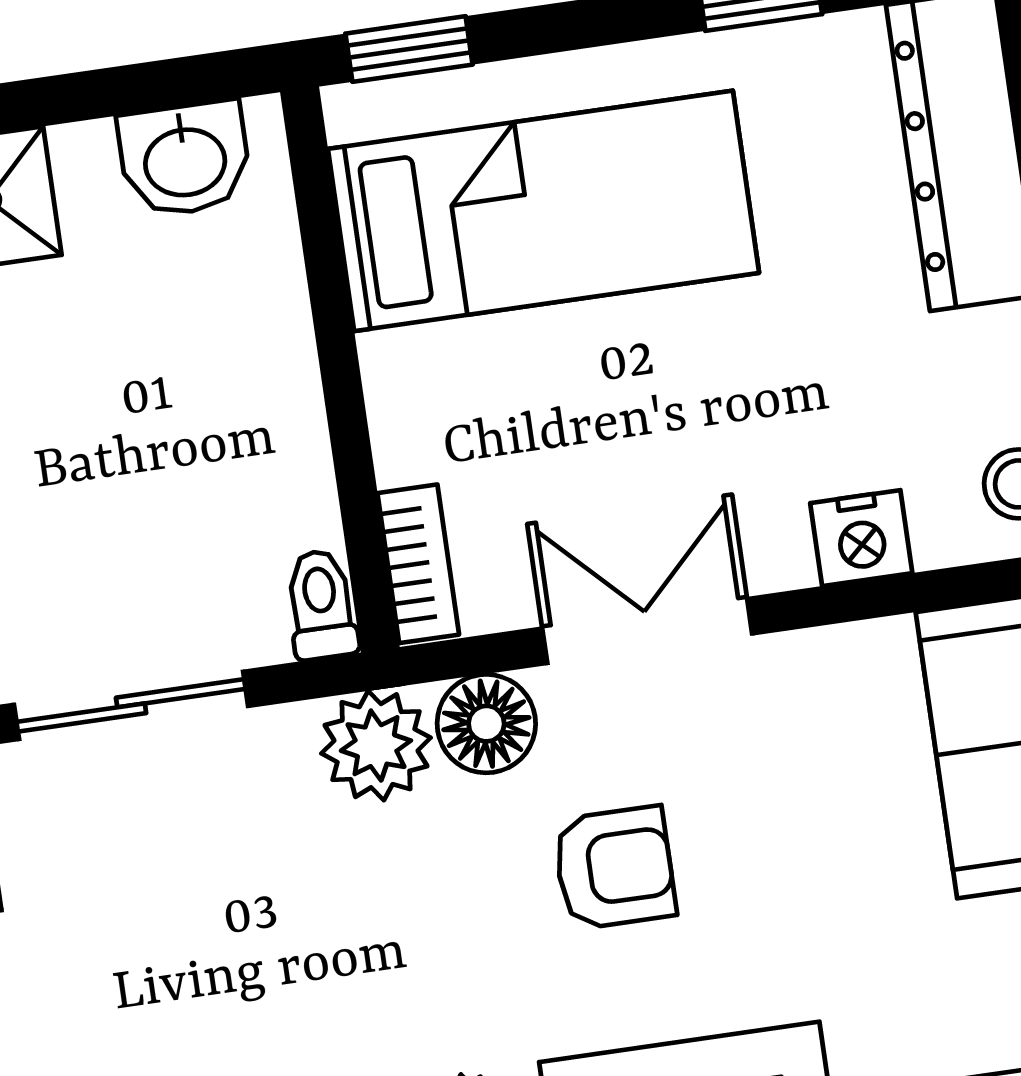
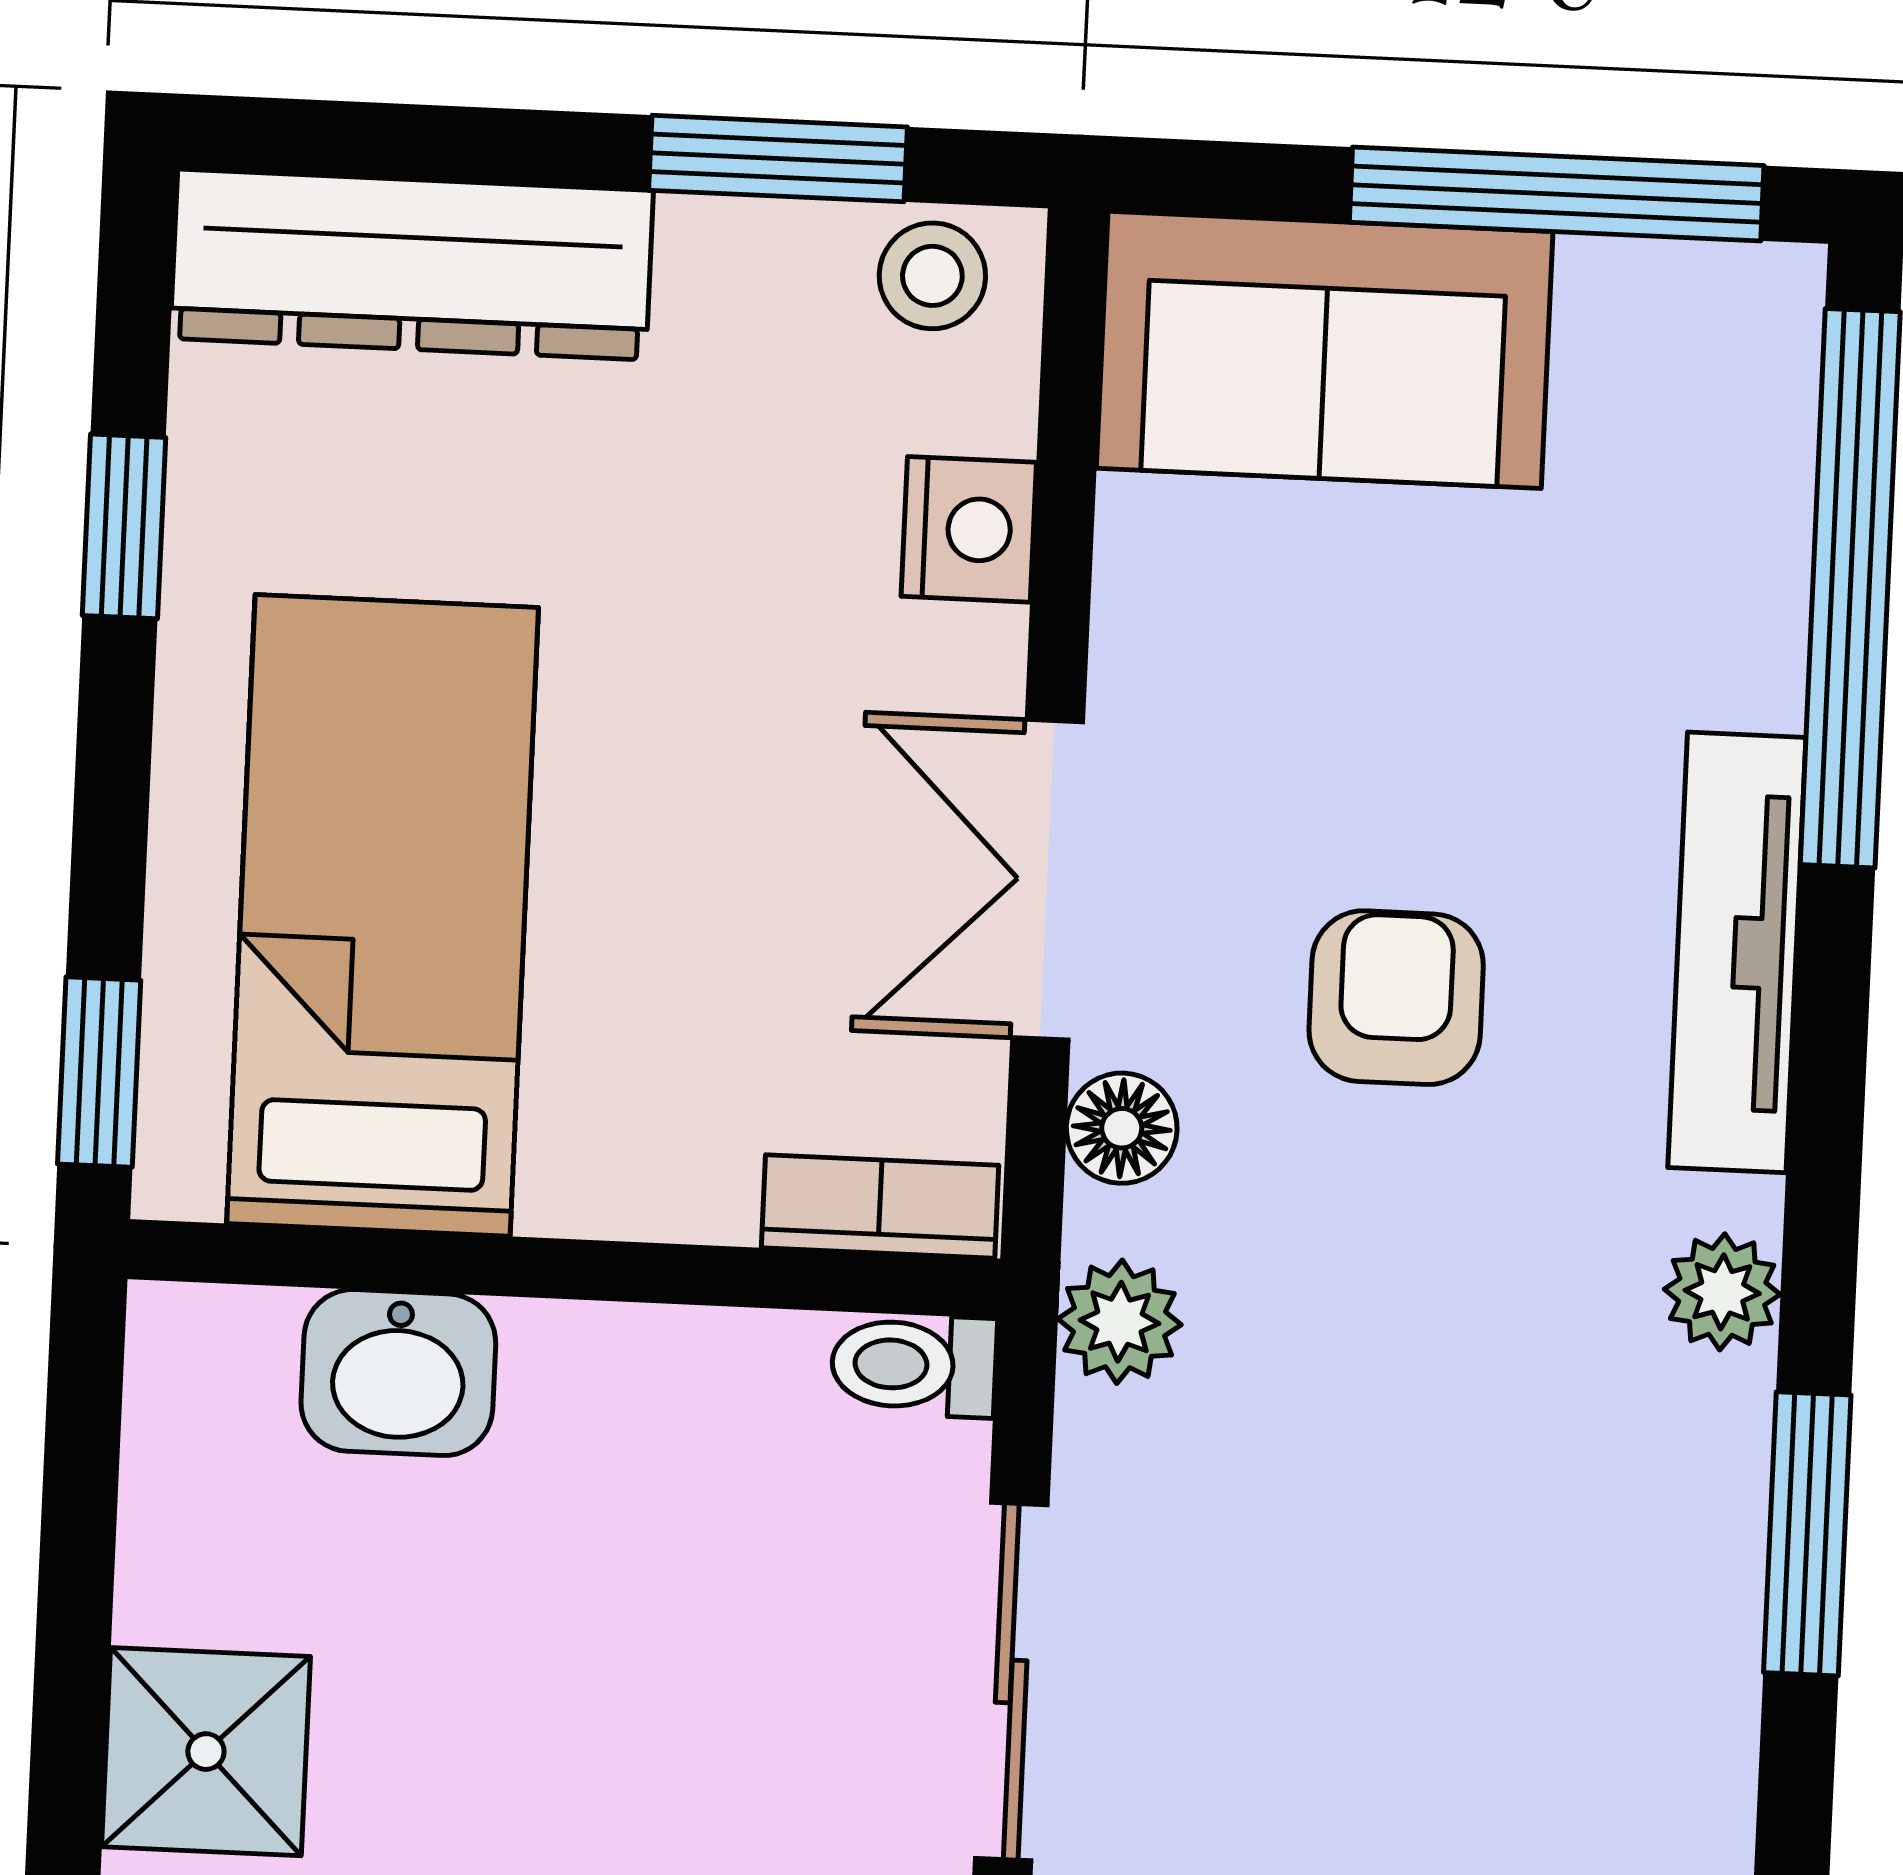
washbasin: (185, 159) -> (398, 1373), moved, turned 90
floor lamp: (486, 724) -> (1122, 1128), width x0.73, depth x0.73
plant: (376, 746) -> (1119, 1322), width x0.73, depth x0.73

